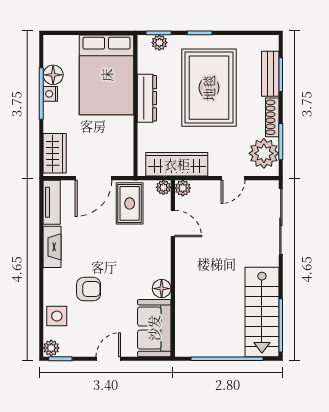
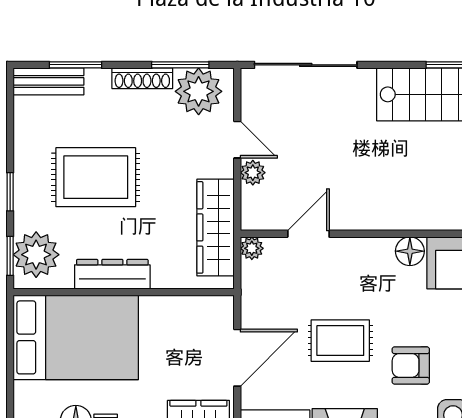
plant: (159, 43) -> (36, 255), width x1.88, depth x1.88
bench: (270, 74) -> (48, 81), moved
rug: (209, 88) -> (96, 177), width x0.73, depth x0.69
door: (93, 178) -> (237, 358), hinge flipped
plant: (183, 188) -> (253, 173), moved
rug: (130, 203) -> (340, 341), moved
armchair: (89, 289) -> (411, 365), turned -90

